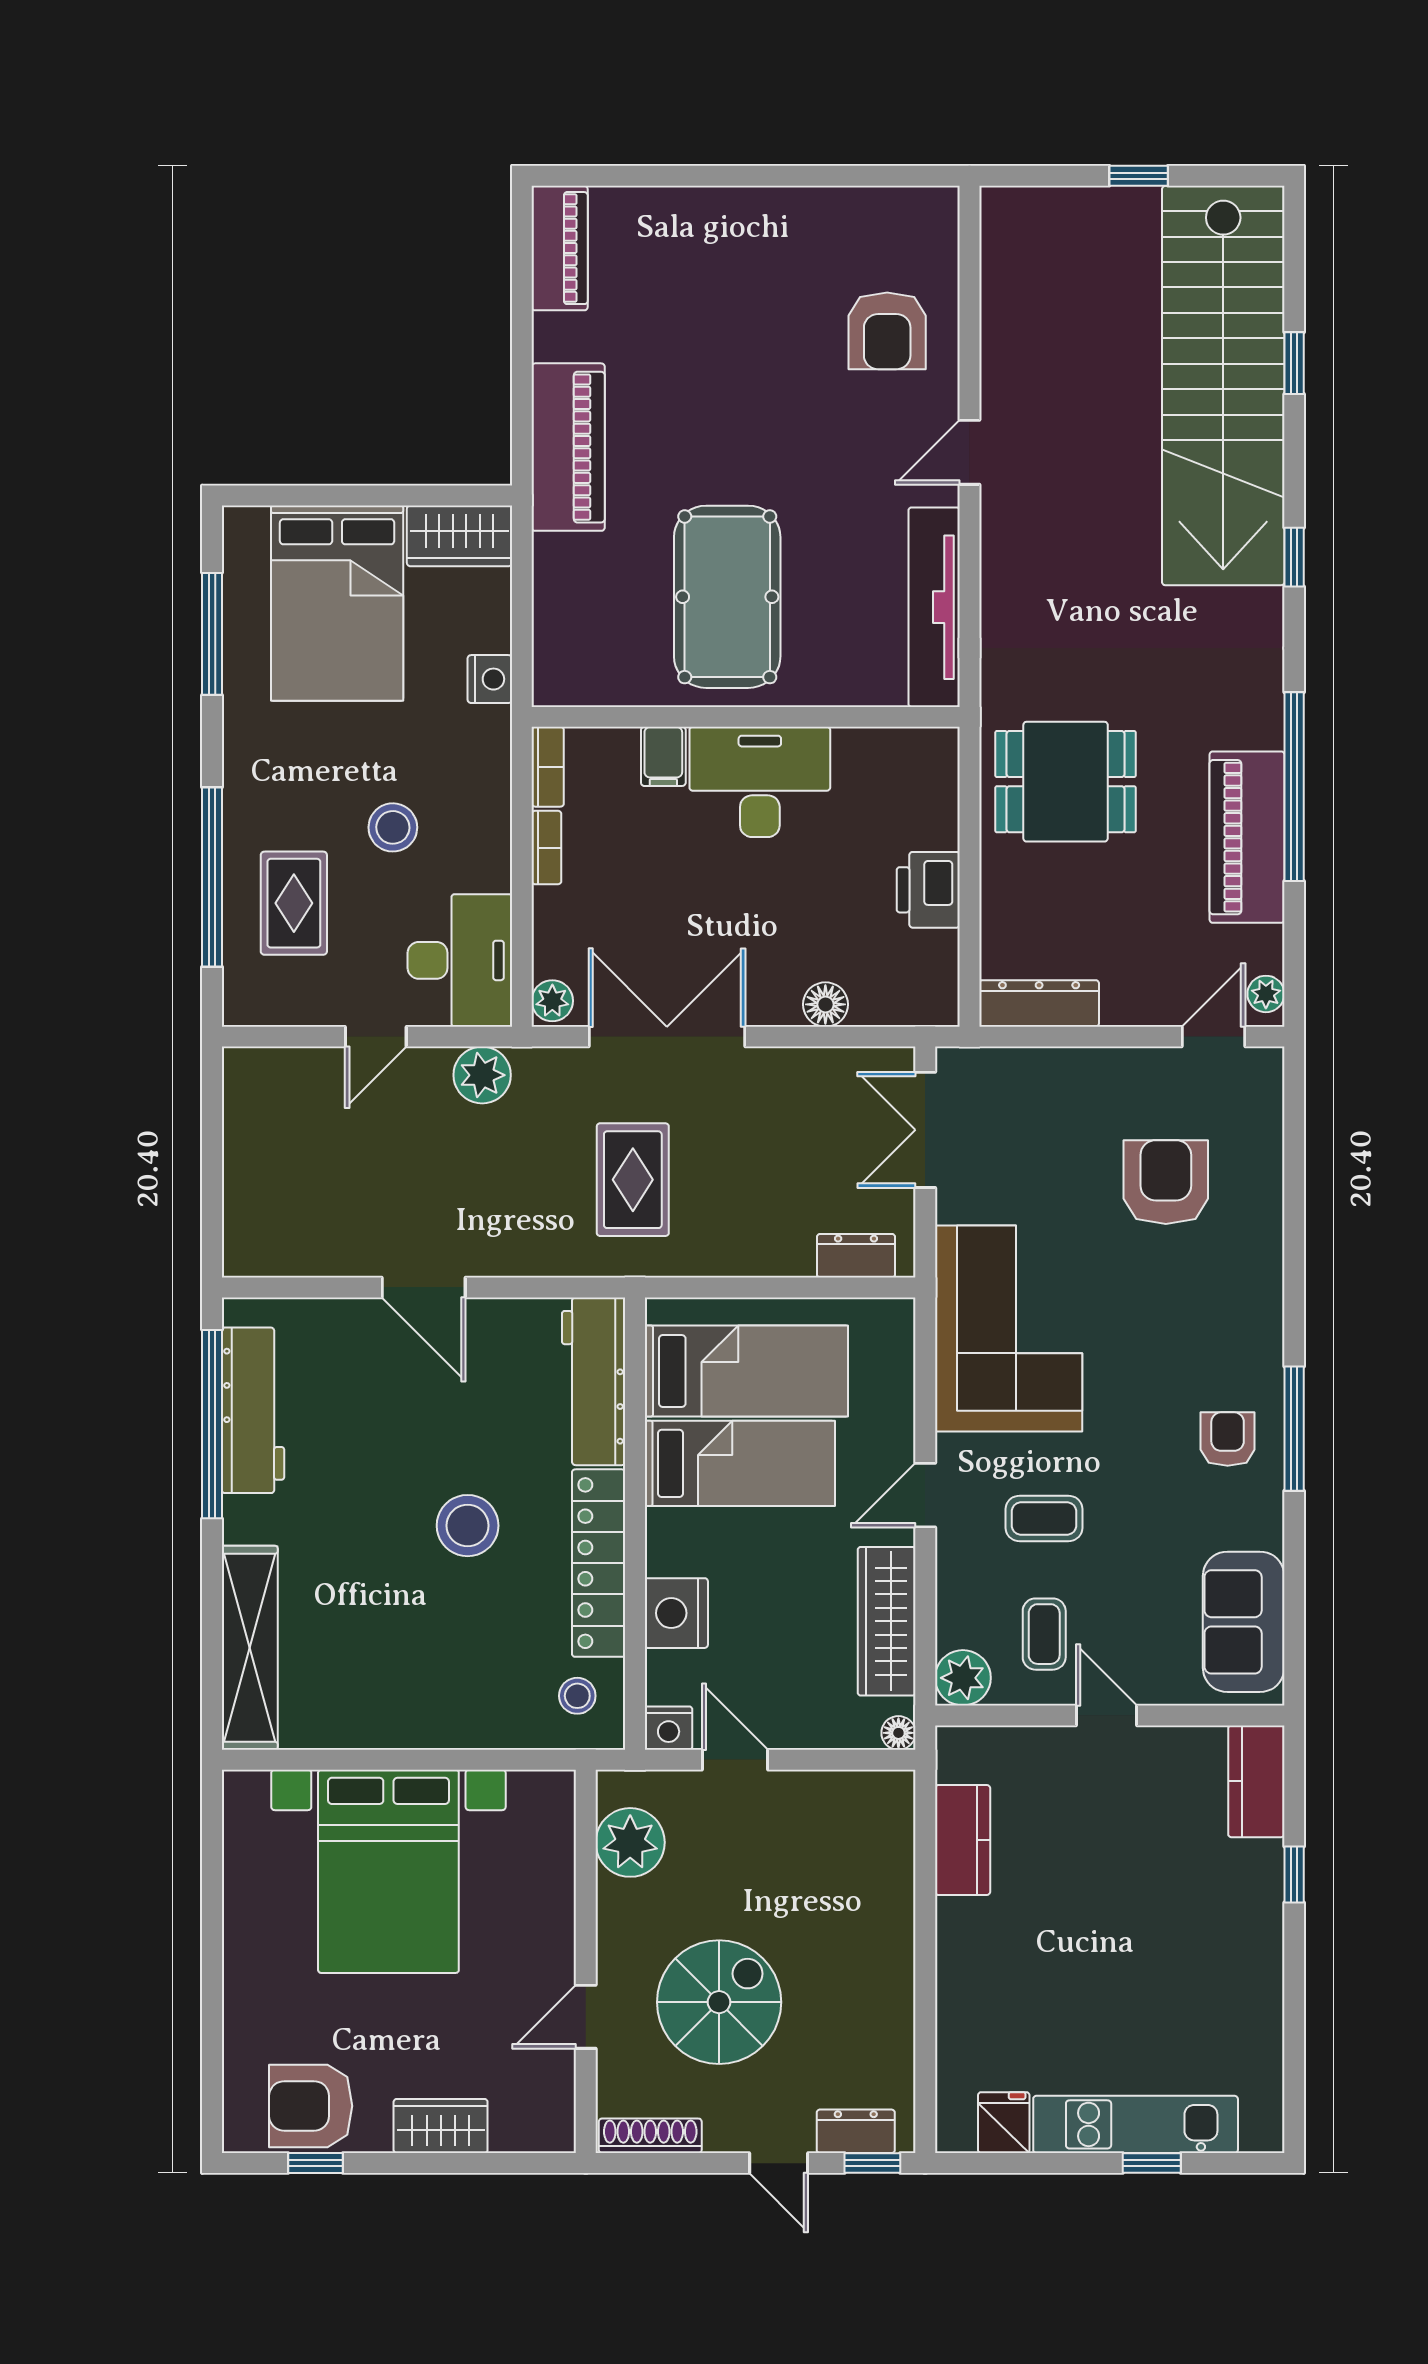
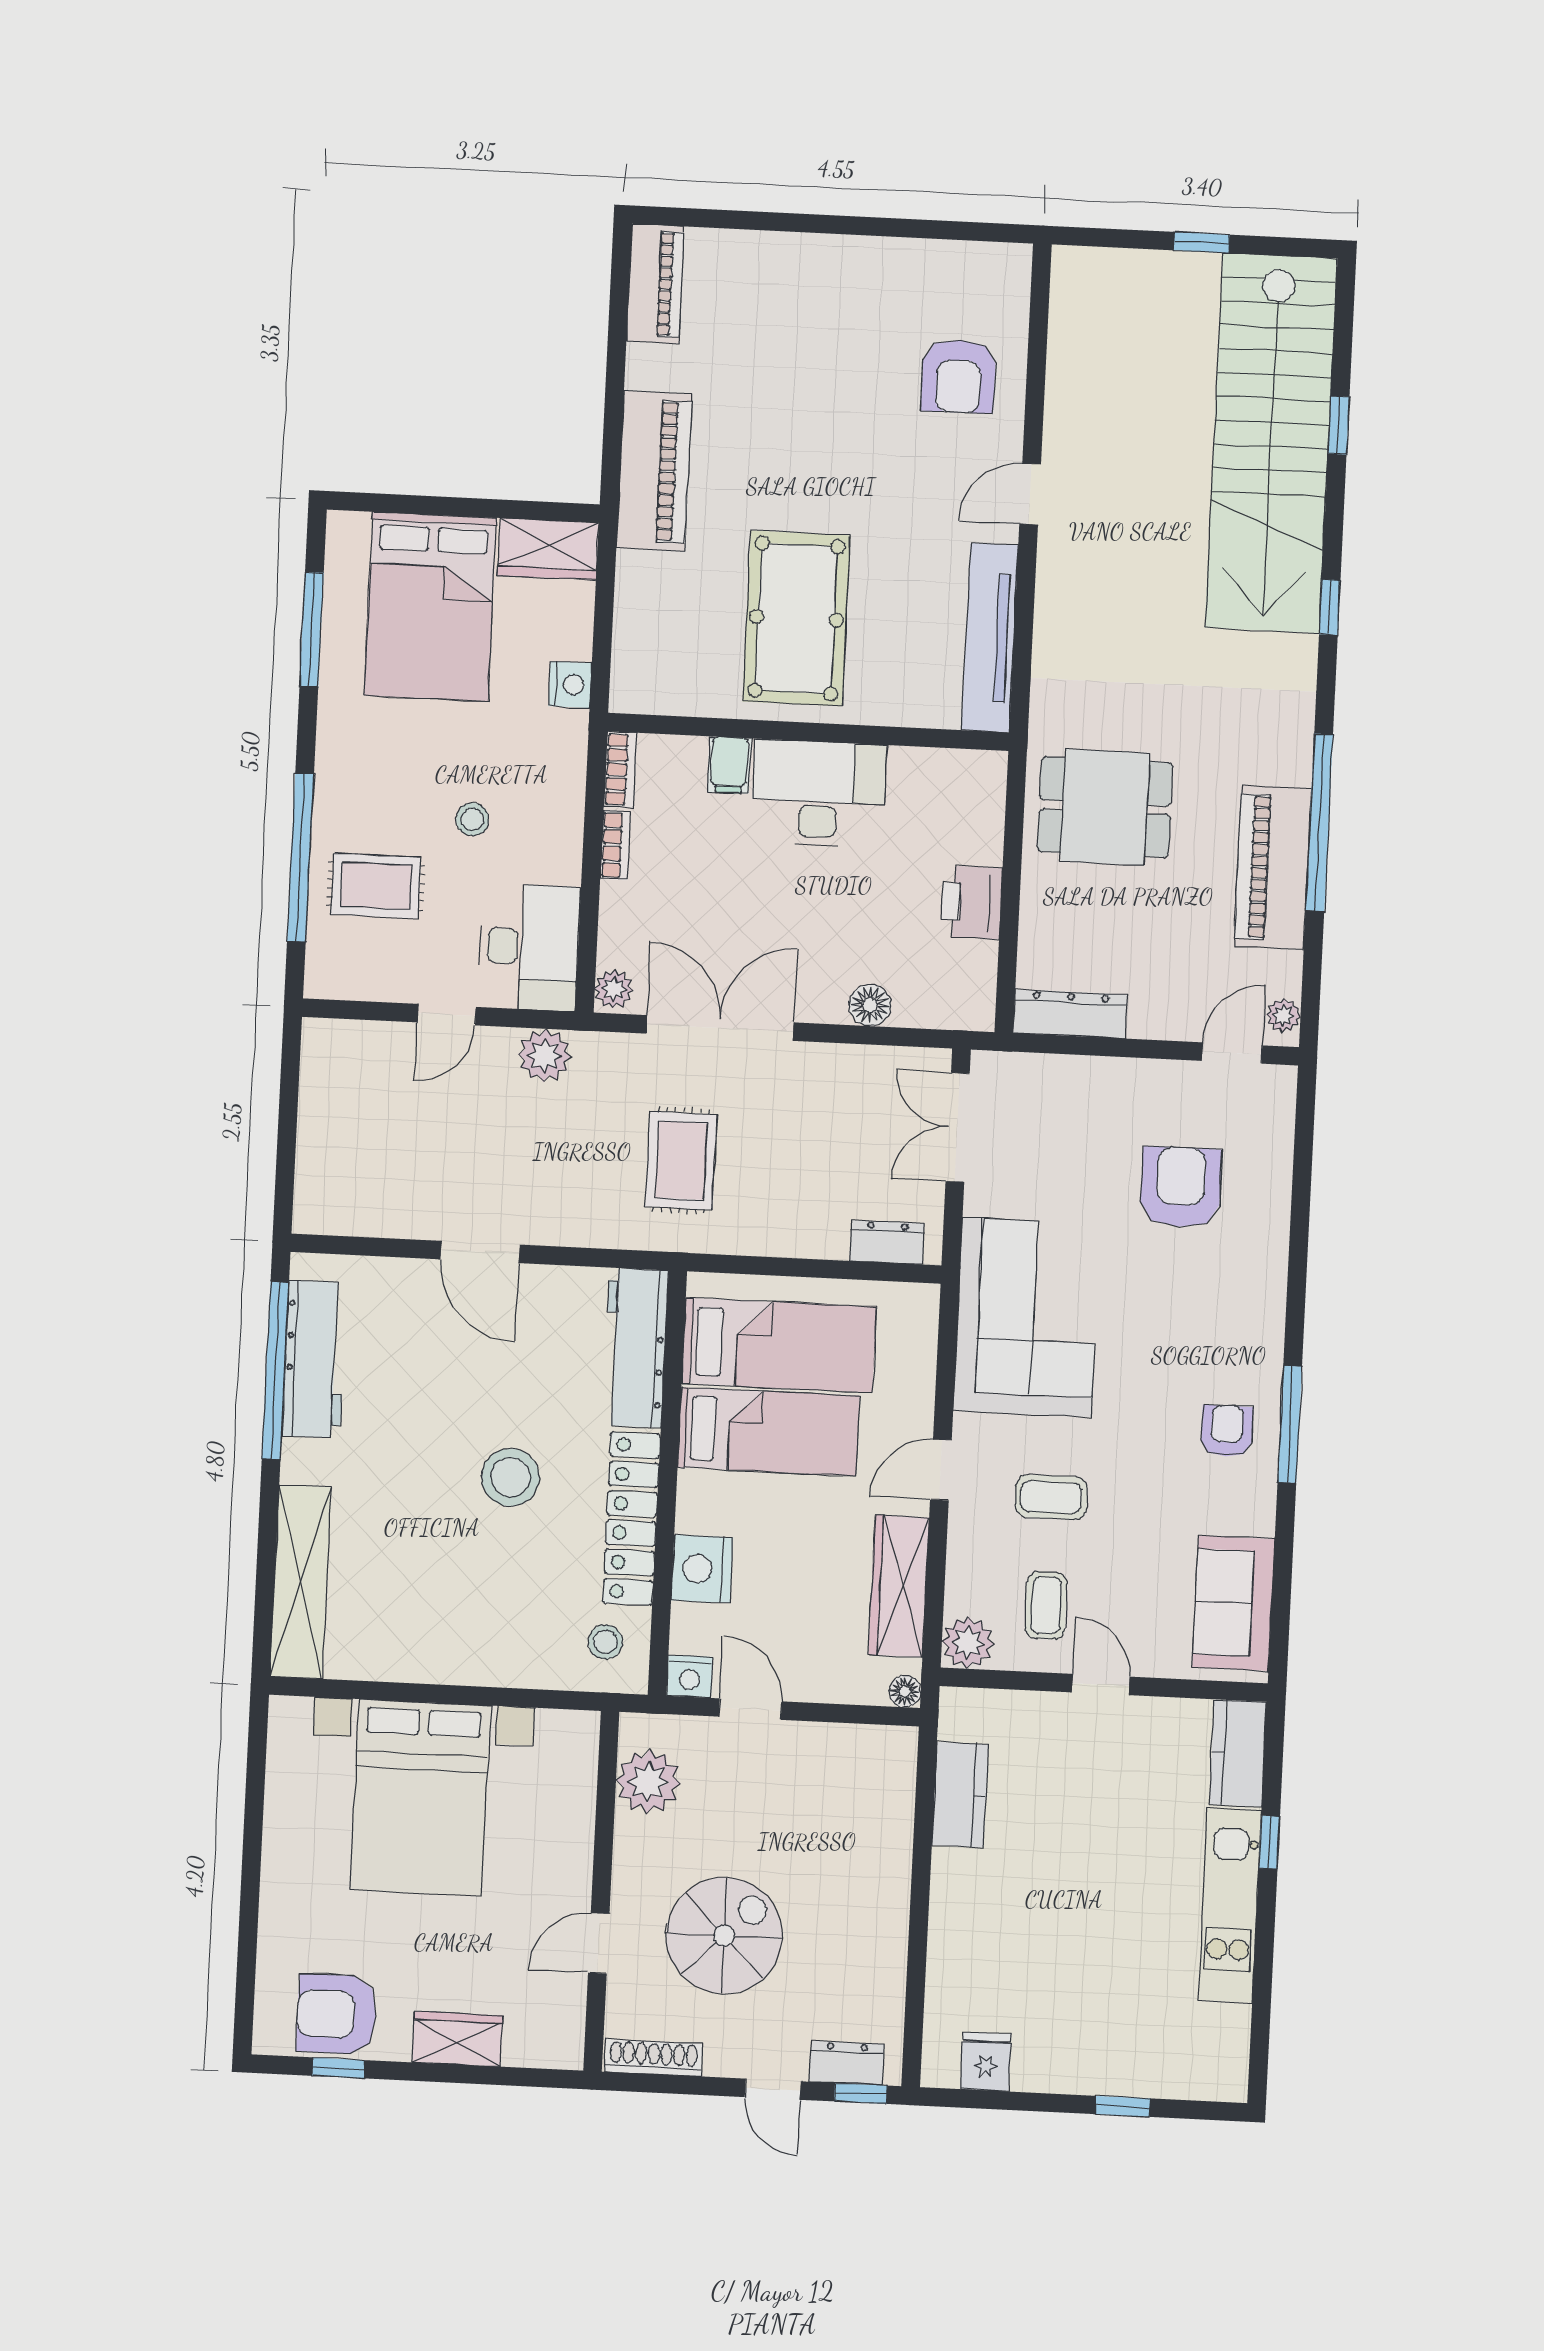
stool: (393, 827) -> (472, 819), width x0.73, depth x0.73
rug: (294, 903) -> (376, 886), turned 90
kitchen unit: (1136, 2124) -> (1230, 1905), moved, turned -90

